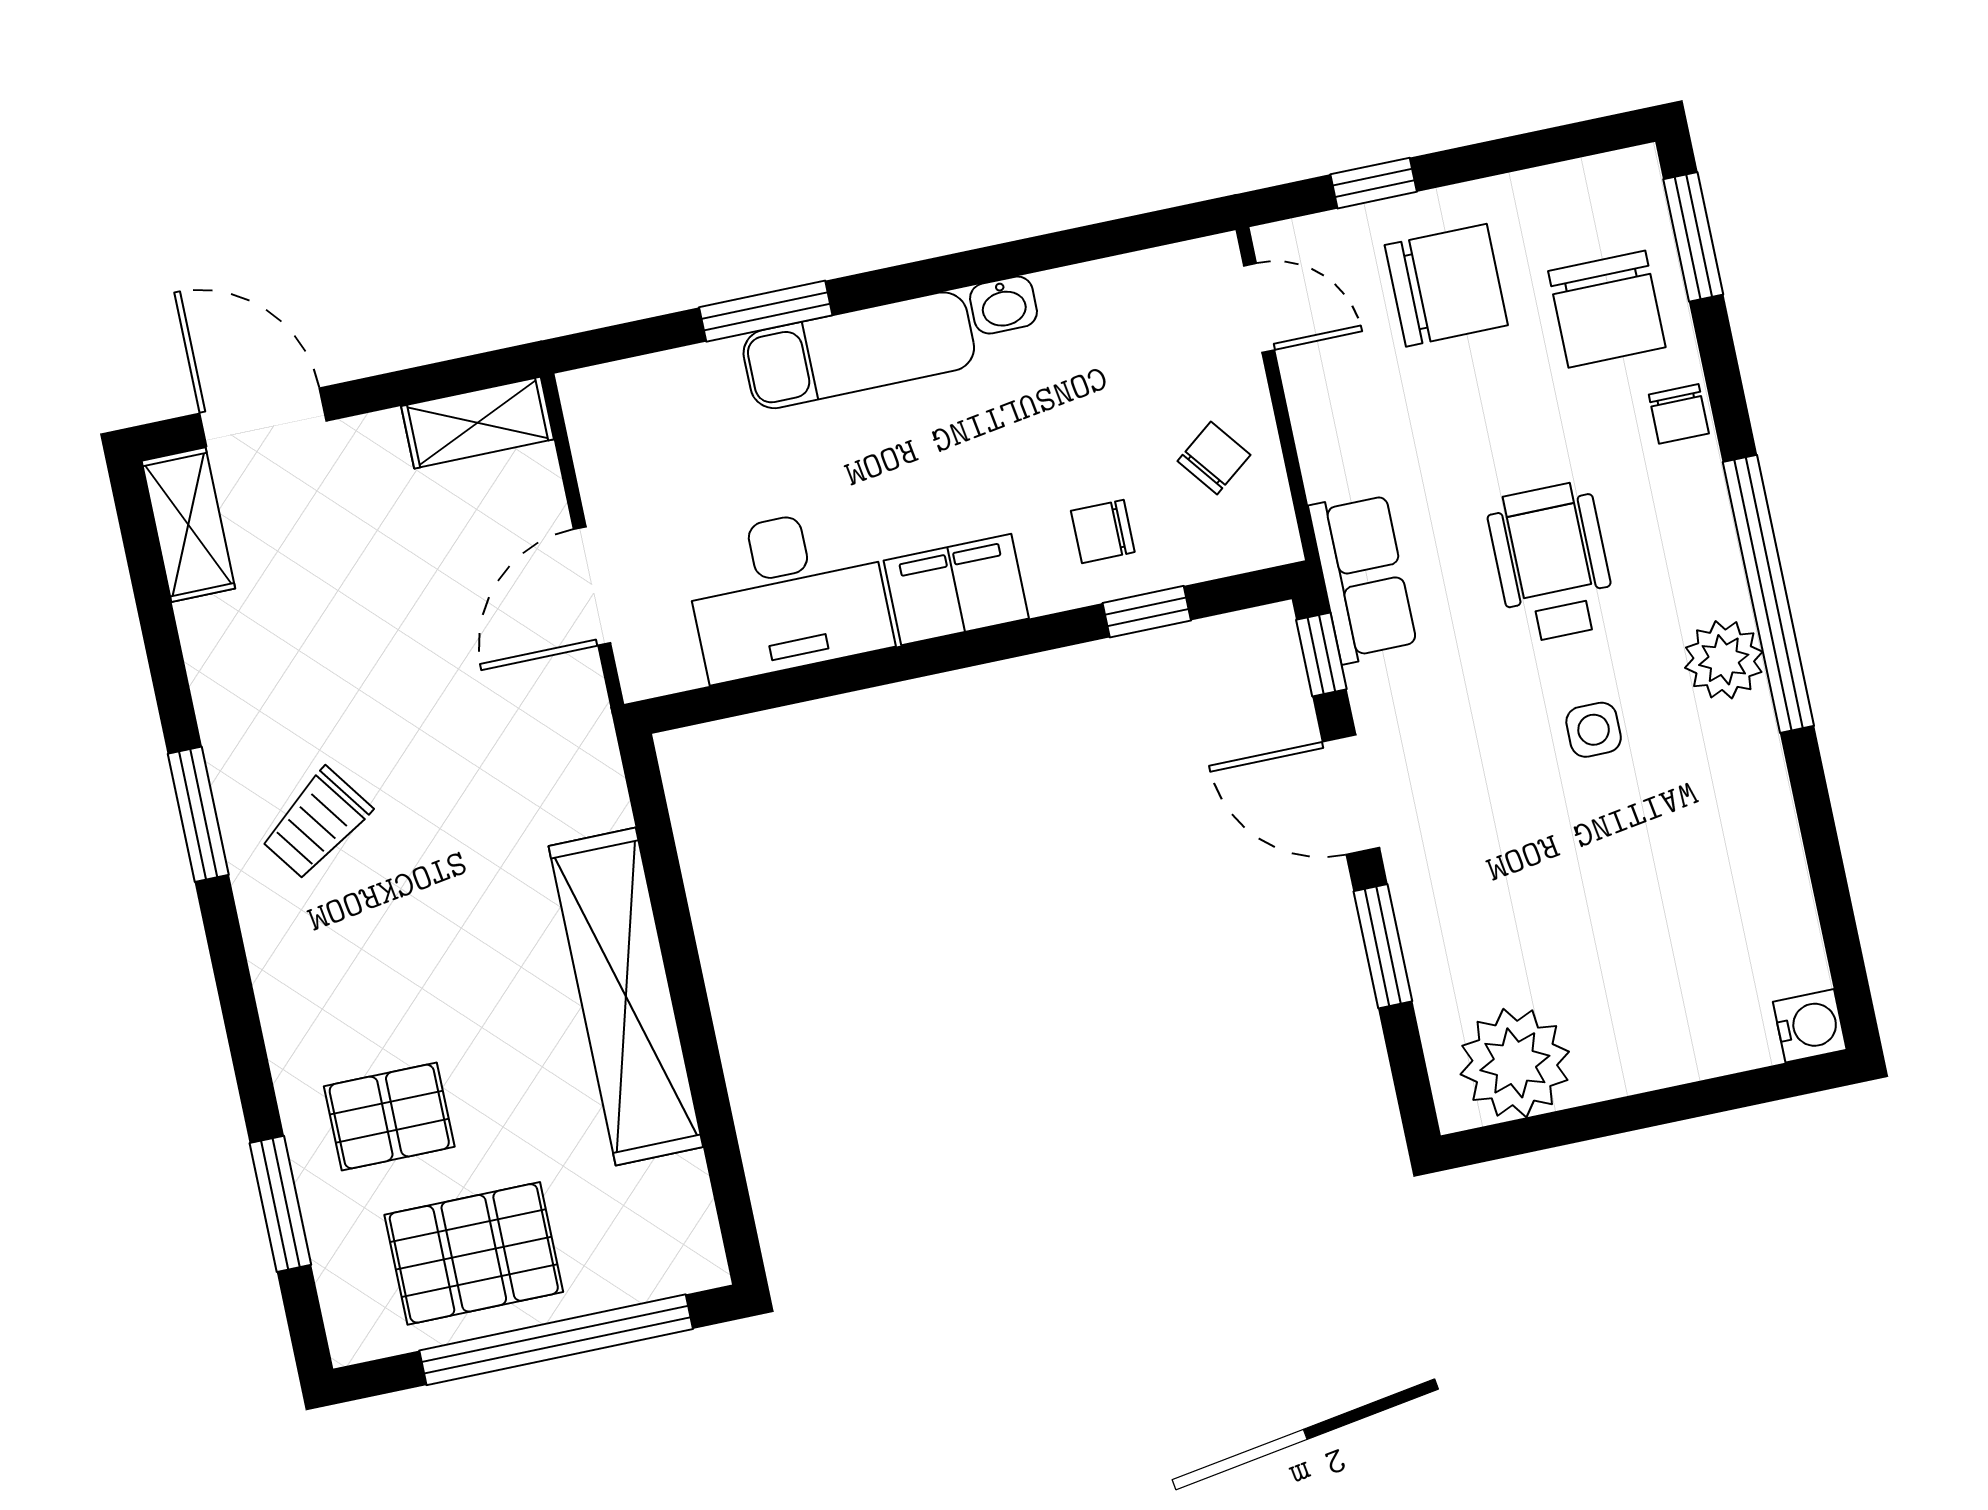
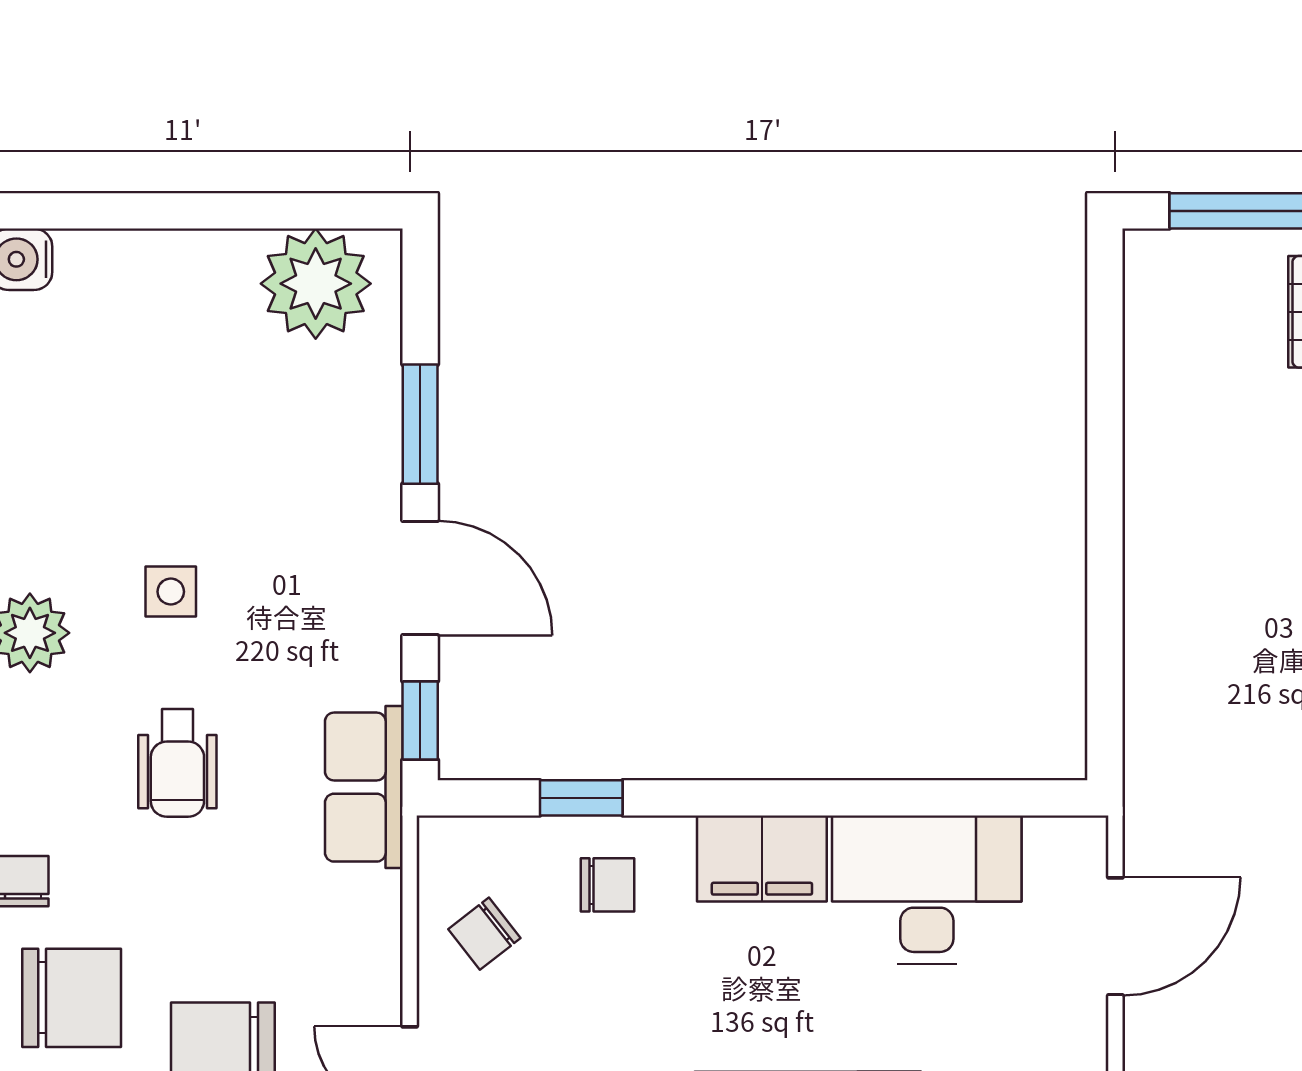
chair: (1607, 309) -> (72, 998), turned 90
wheelchair: (1551, 562) -> (177, 763), width x0.73, depth x0.73
shelving: (626, 997) -> (1167, 530), removed

